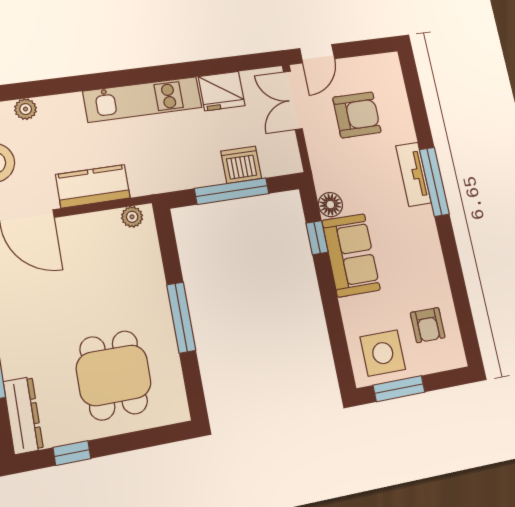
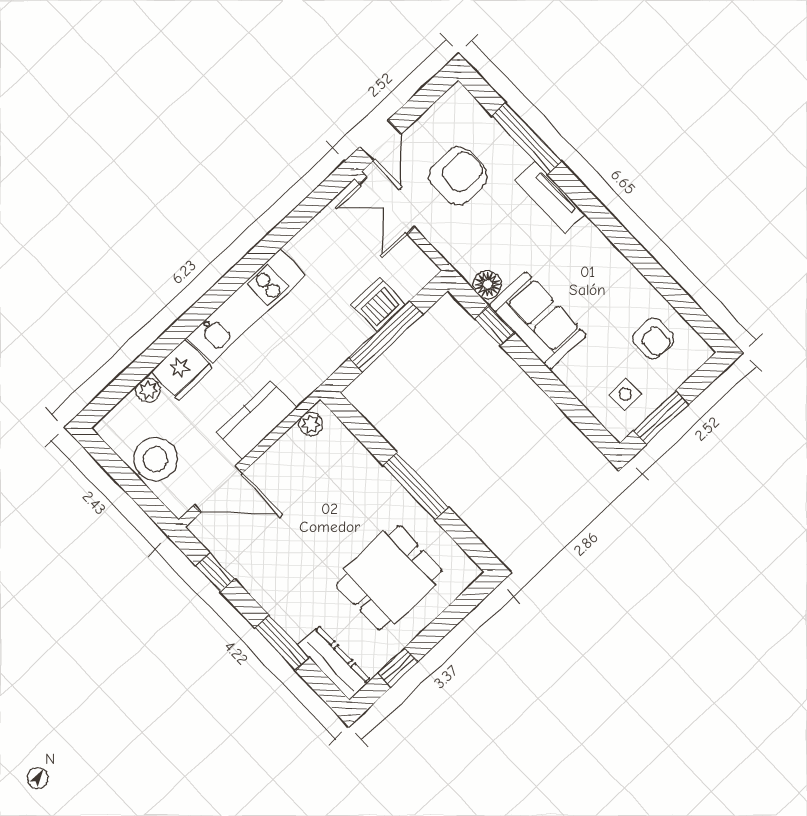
fridge: (222, 91) -> (182, 370), moved
window: (434, 182) -> (526, 139), moved
side table: (383, 353) -> (625, 394), width x0.54, depth x0.54
dining table: (114, 375) -> (389, 578), turned 90

